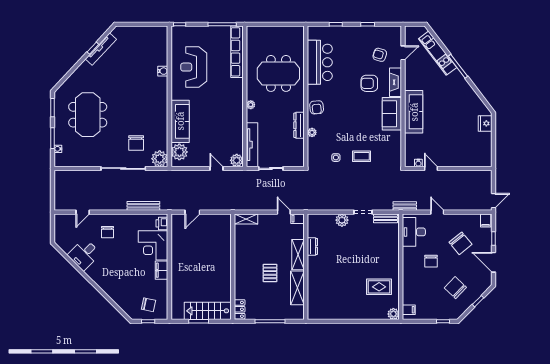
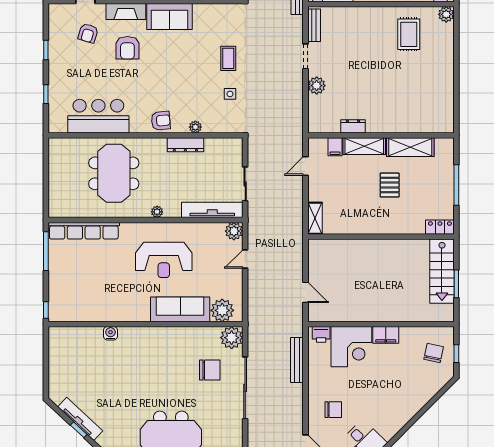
reception desk: (194, 67) -> (164, 260), moved
filing cabinet: (298, 219) -> (335, 147), moved
pallet: (270, 273) -> (390, 185), turned 90

